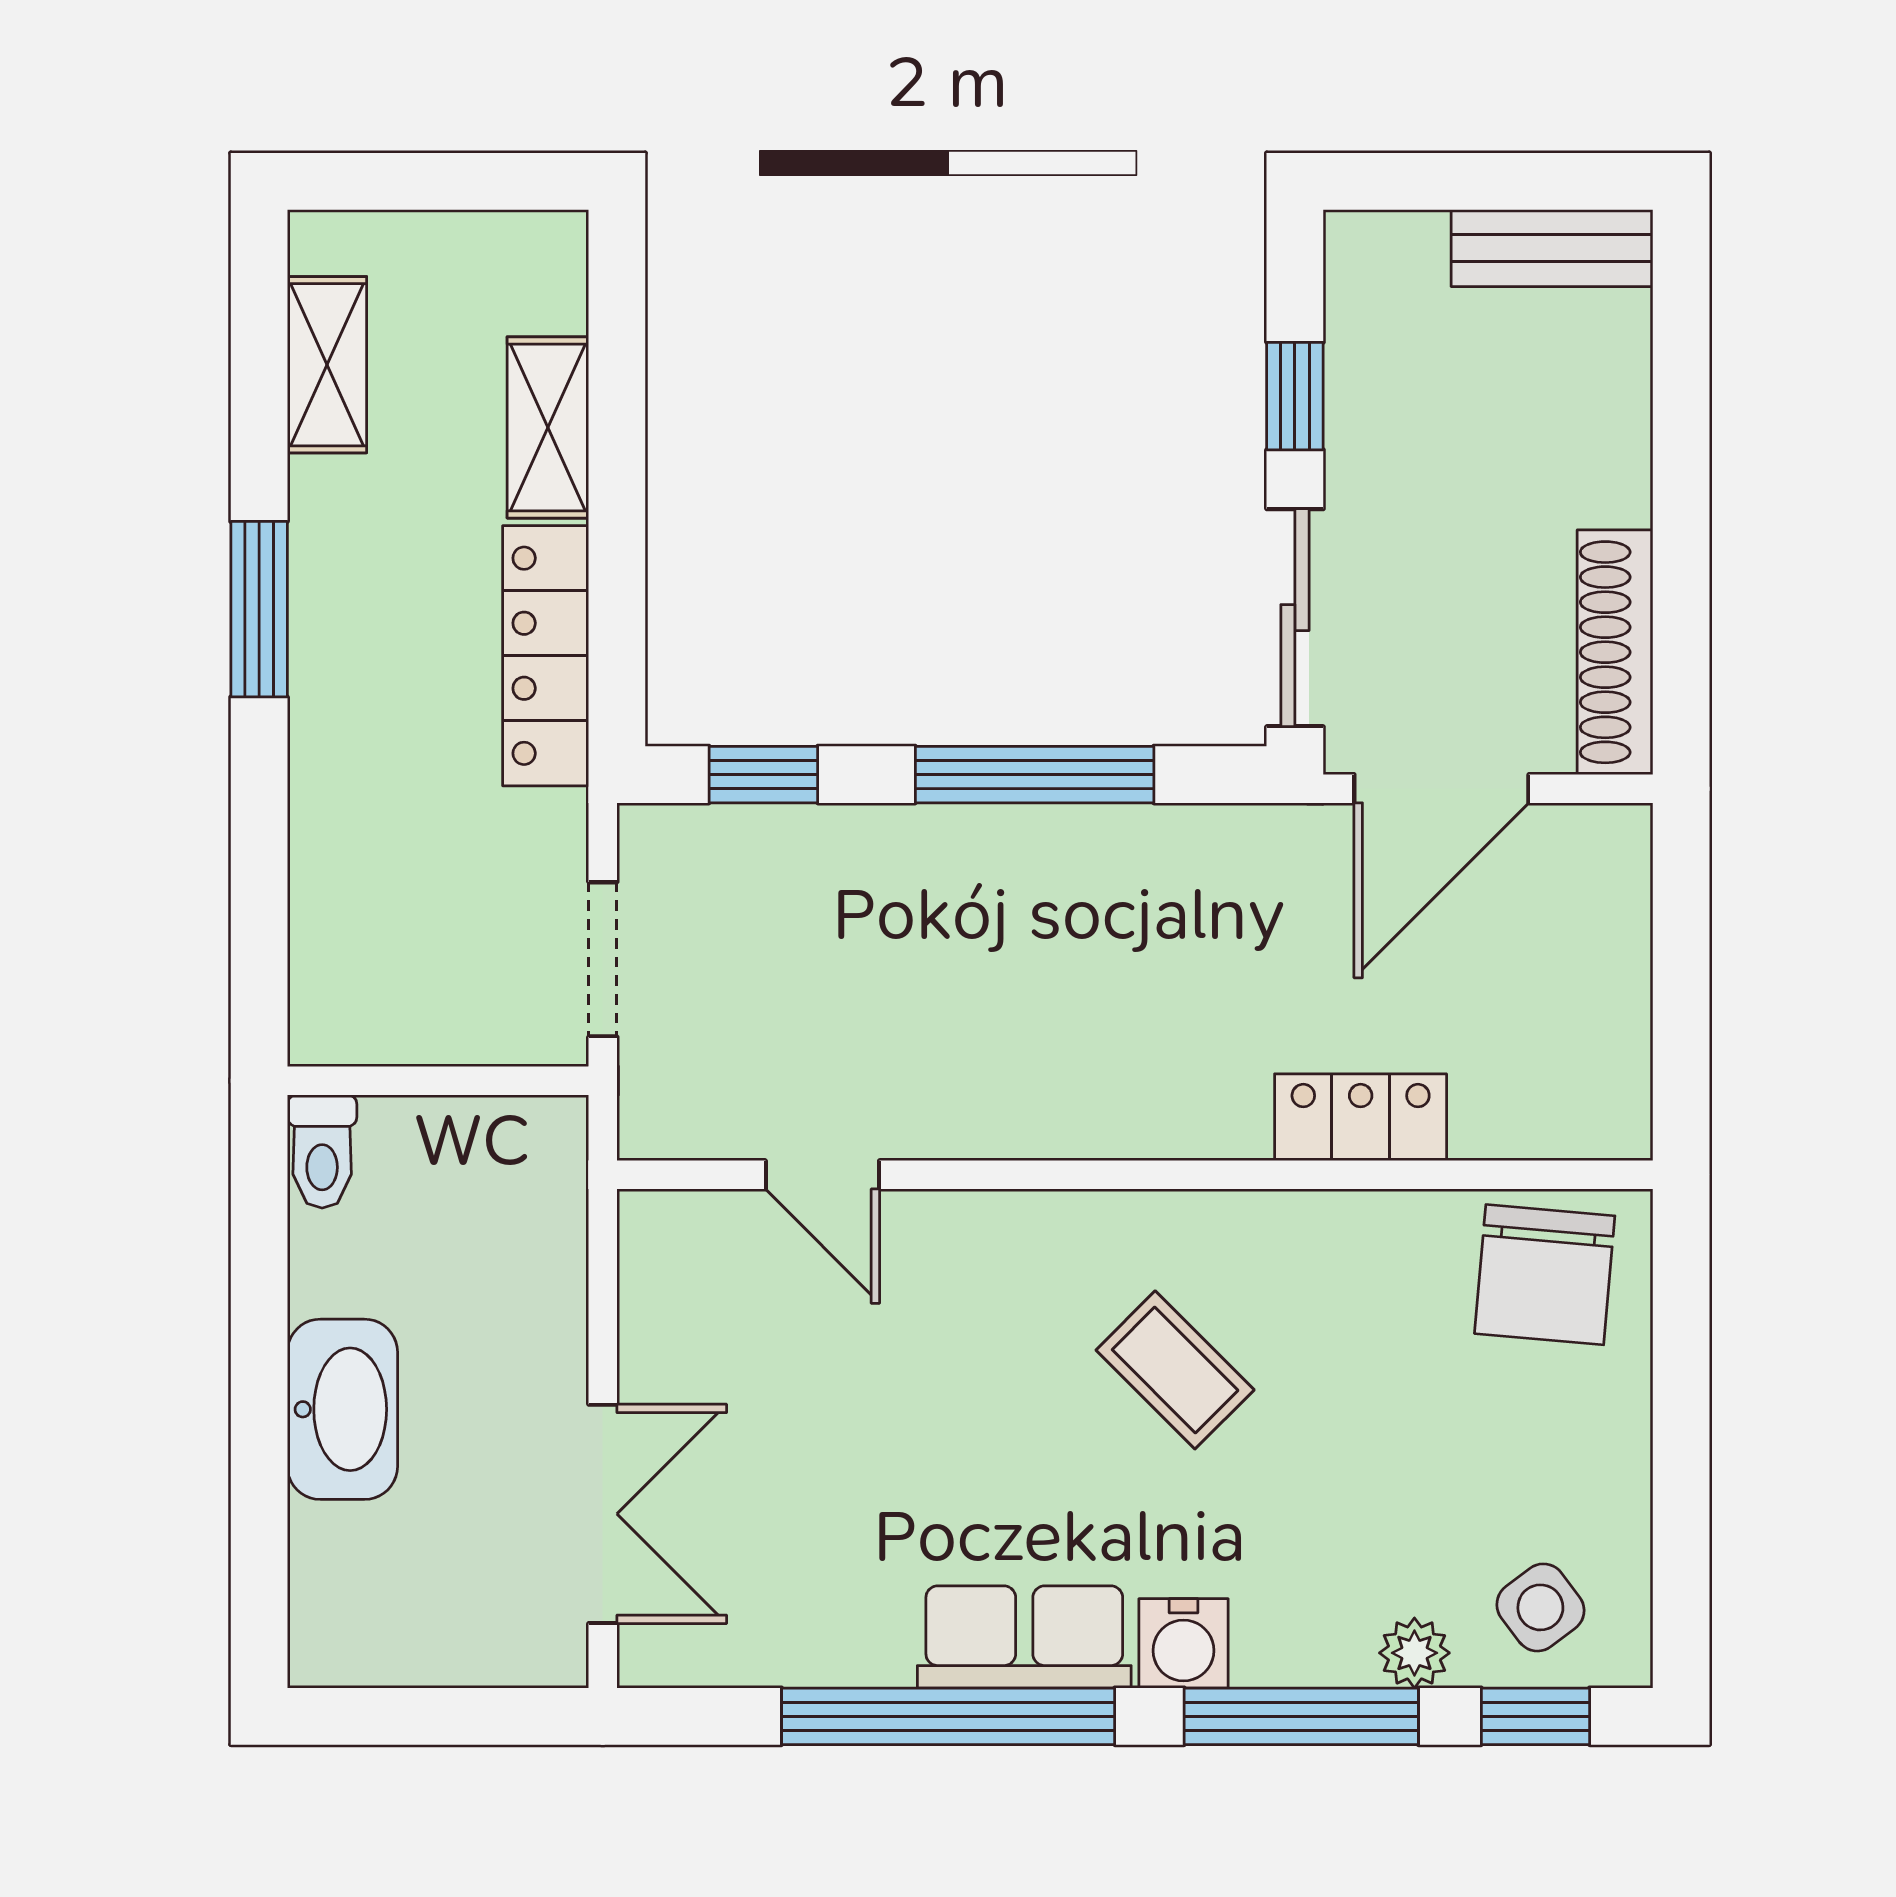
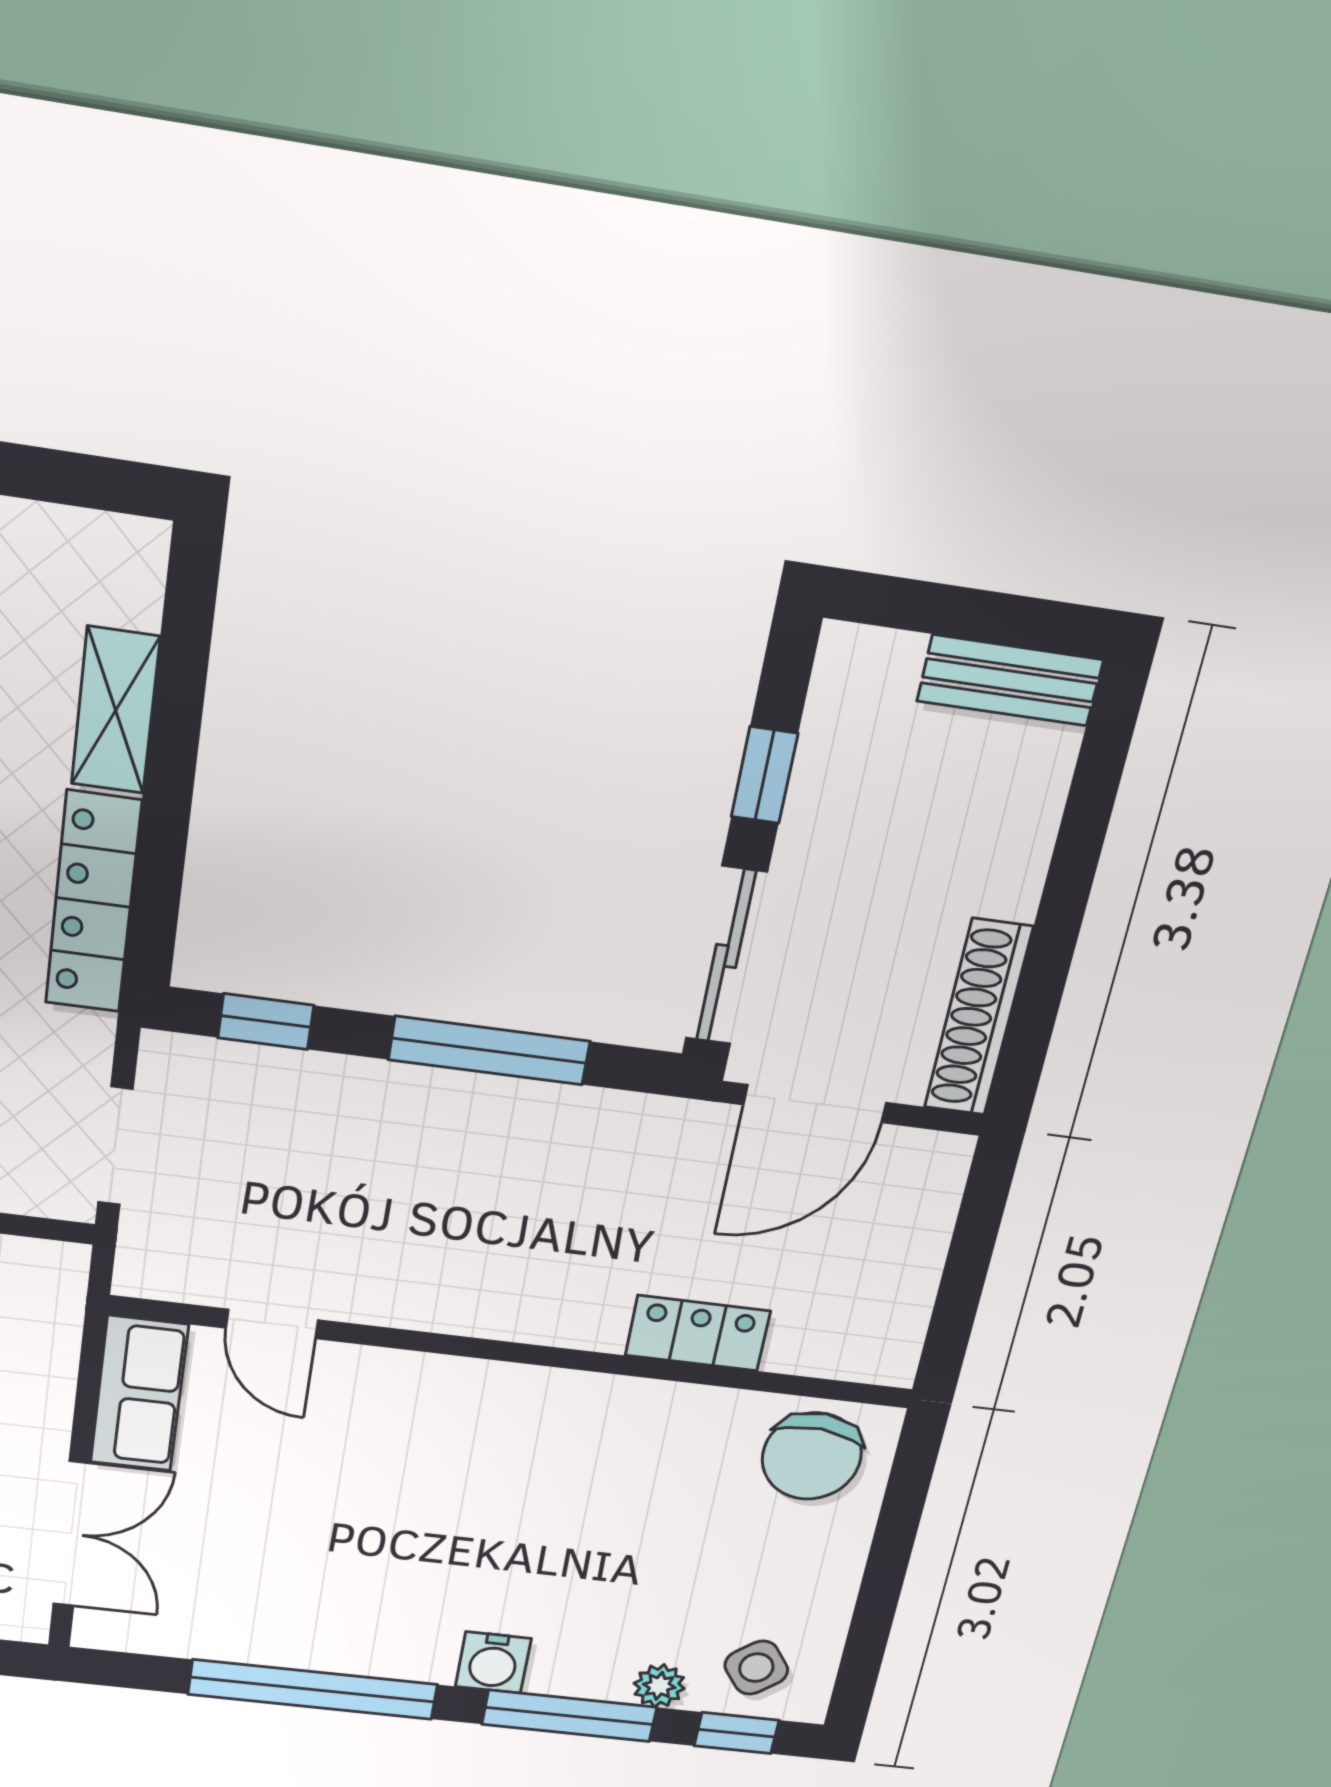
coffee table: (1175, 1370) -> (521, 1488), removed
row of seats: (1024, 1637) -> (139, 1394), moved, turned 90

